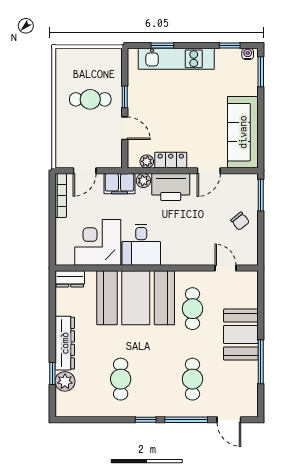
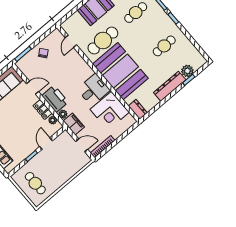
cafe table: (90, 99) -> (35, 183), moved
cafe table: (192, 309) -> (103, 40), width x1.37, depth x1.35

